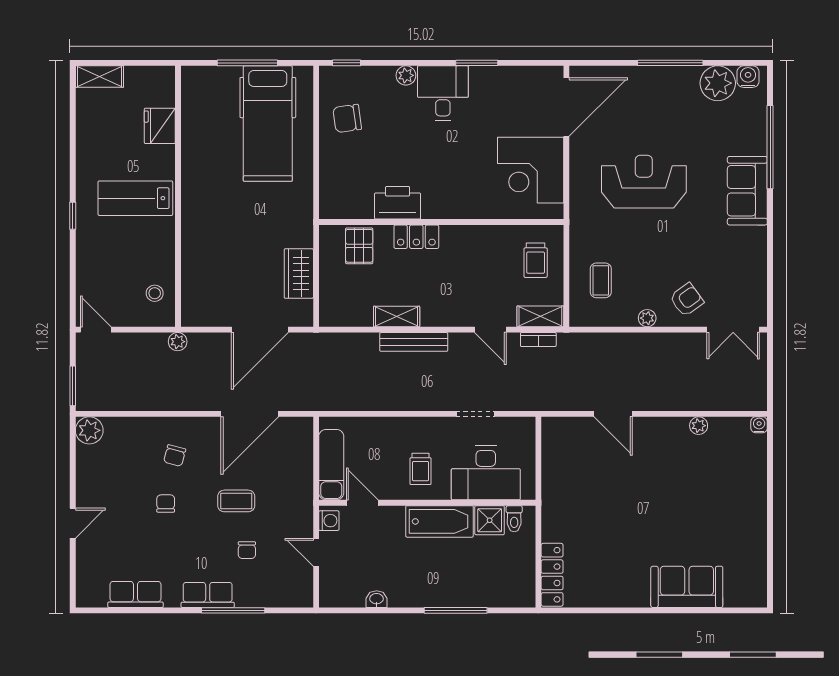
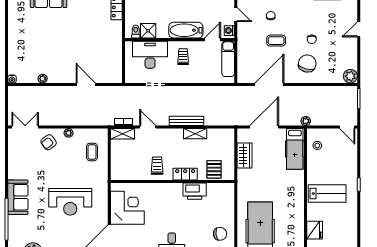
trolley: (536, 260) -> (157, 166), moved
hospital bed: (199, 286) -> (295, 149), added
chair: (175, 456) -> (307, 63), width x1.87, depth x1.87
door: (362, 503) -> (212, 40), swing flipped
bathtub: (440, 521) -> (186, 30), moved

